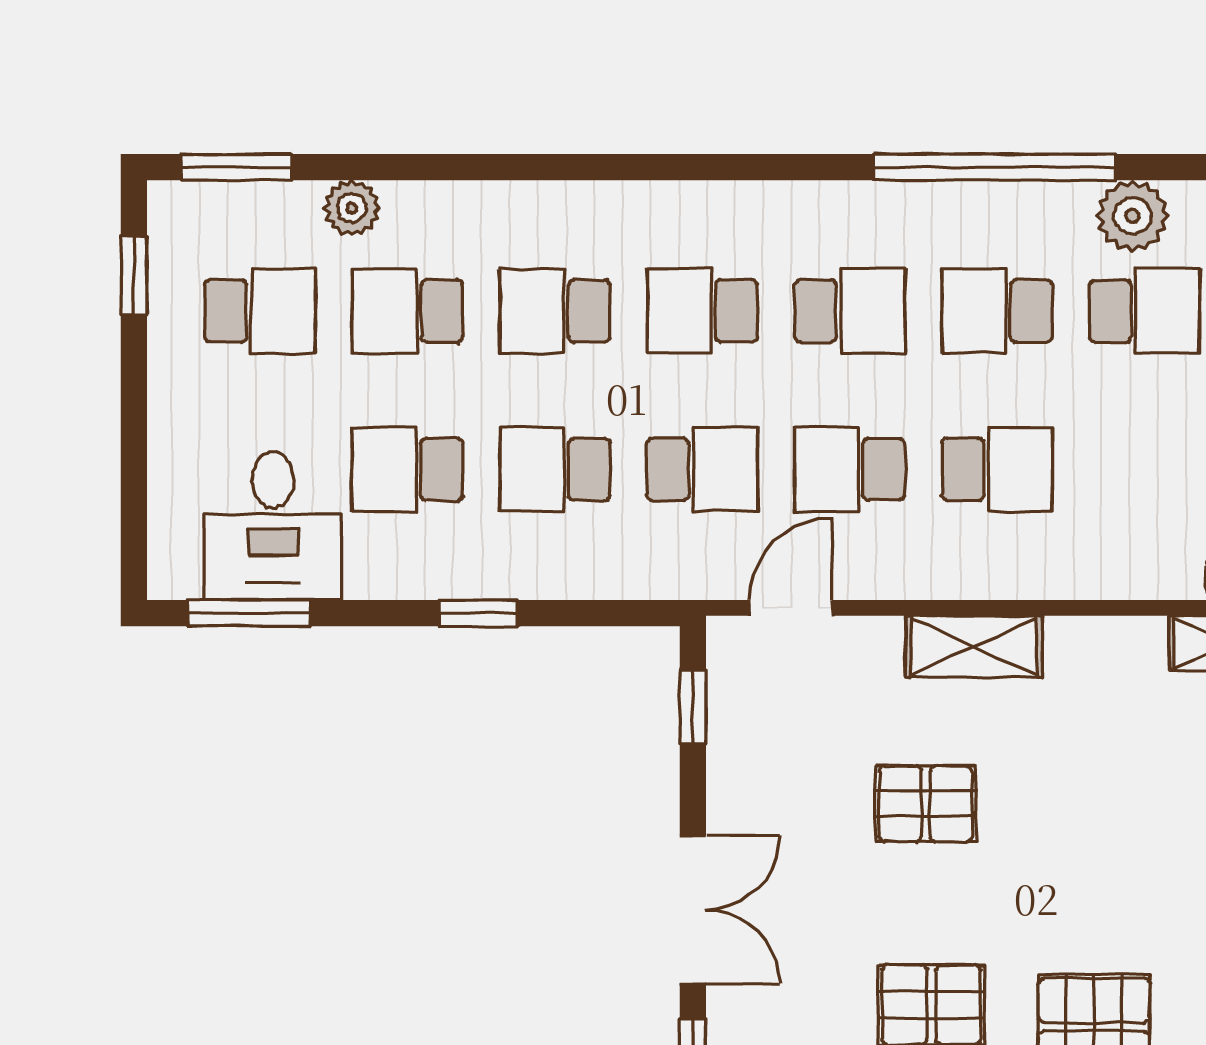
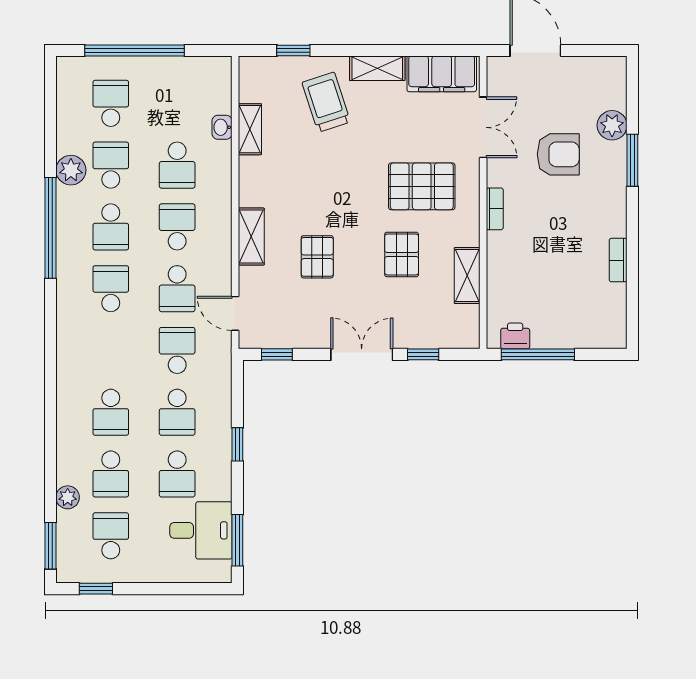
school desk: (702, 311) -> (177, 165), moved

